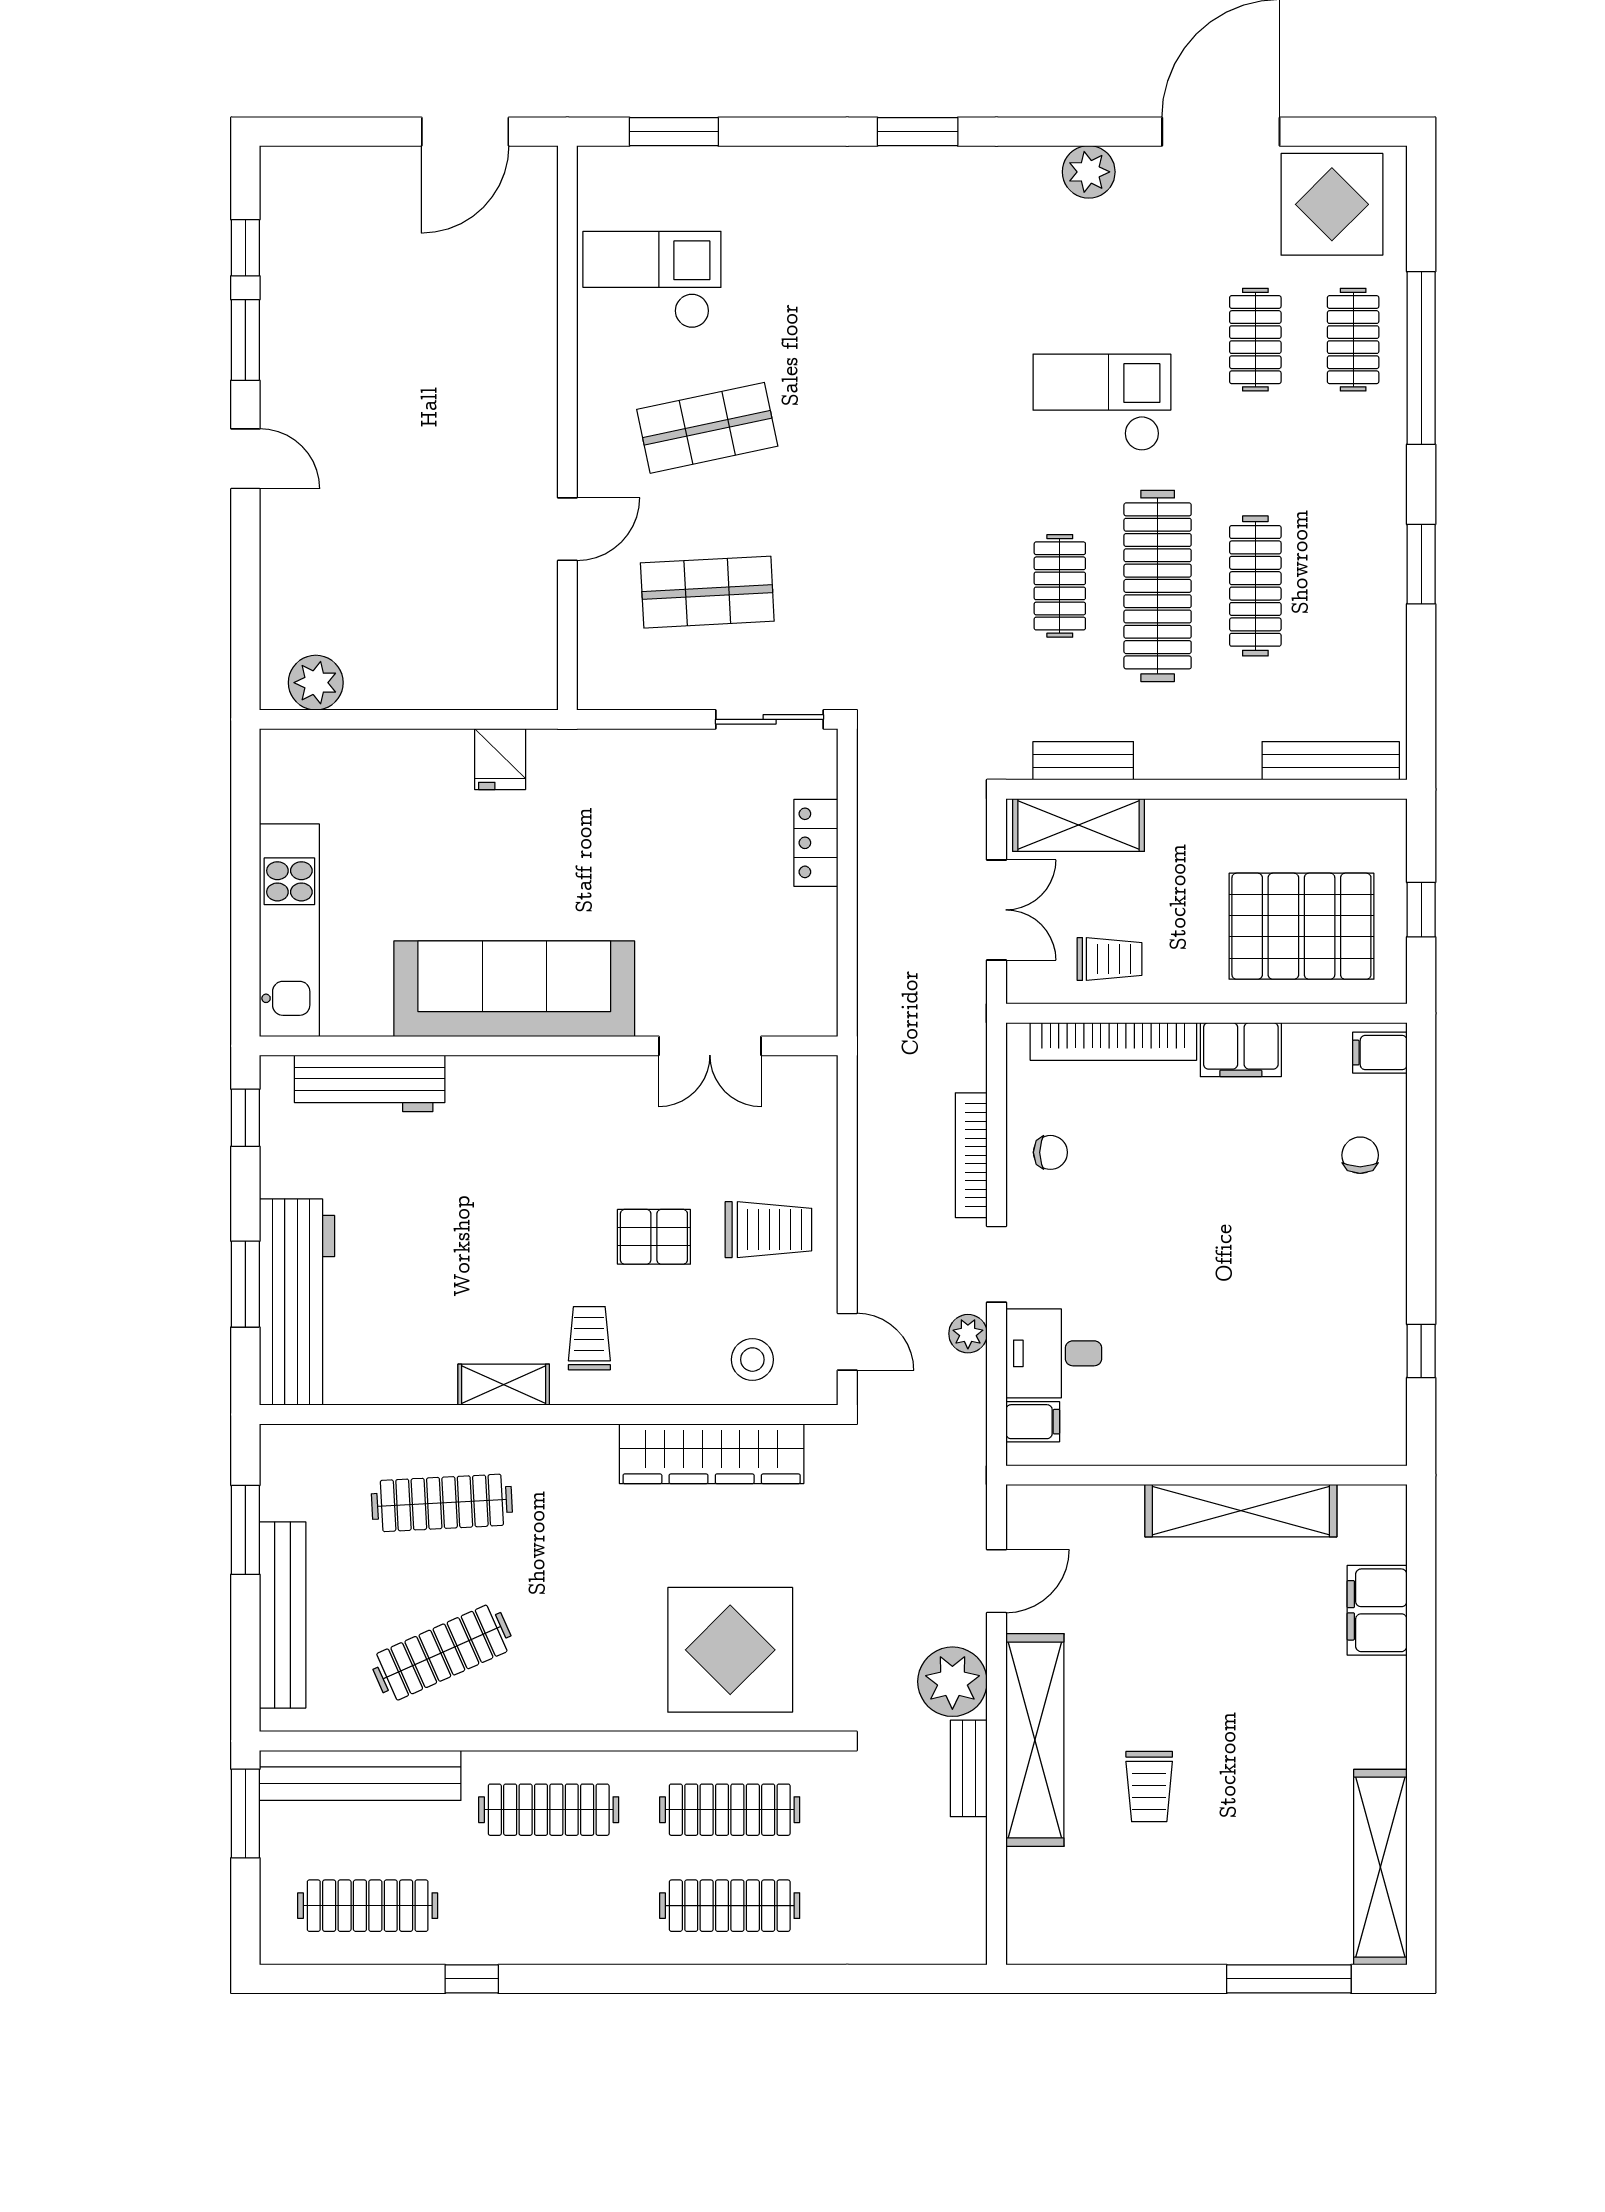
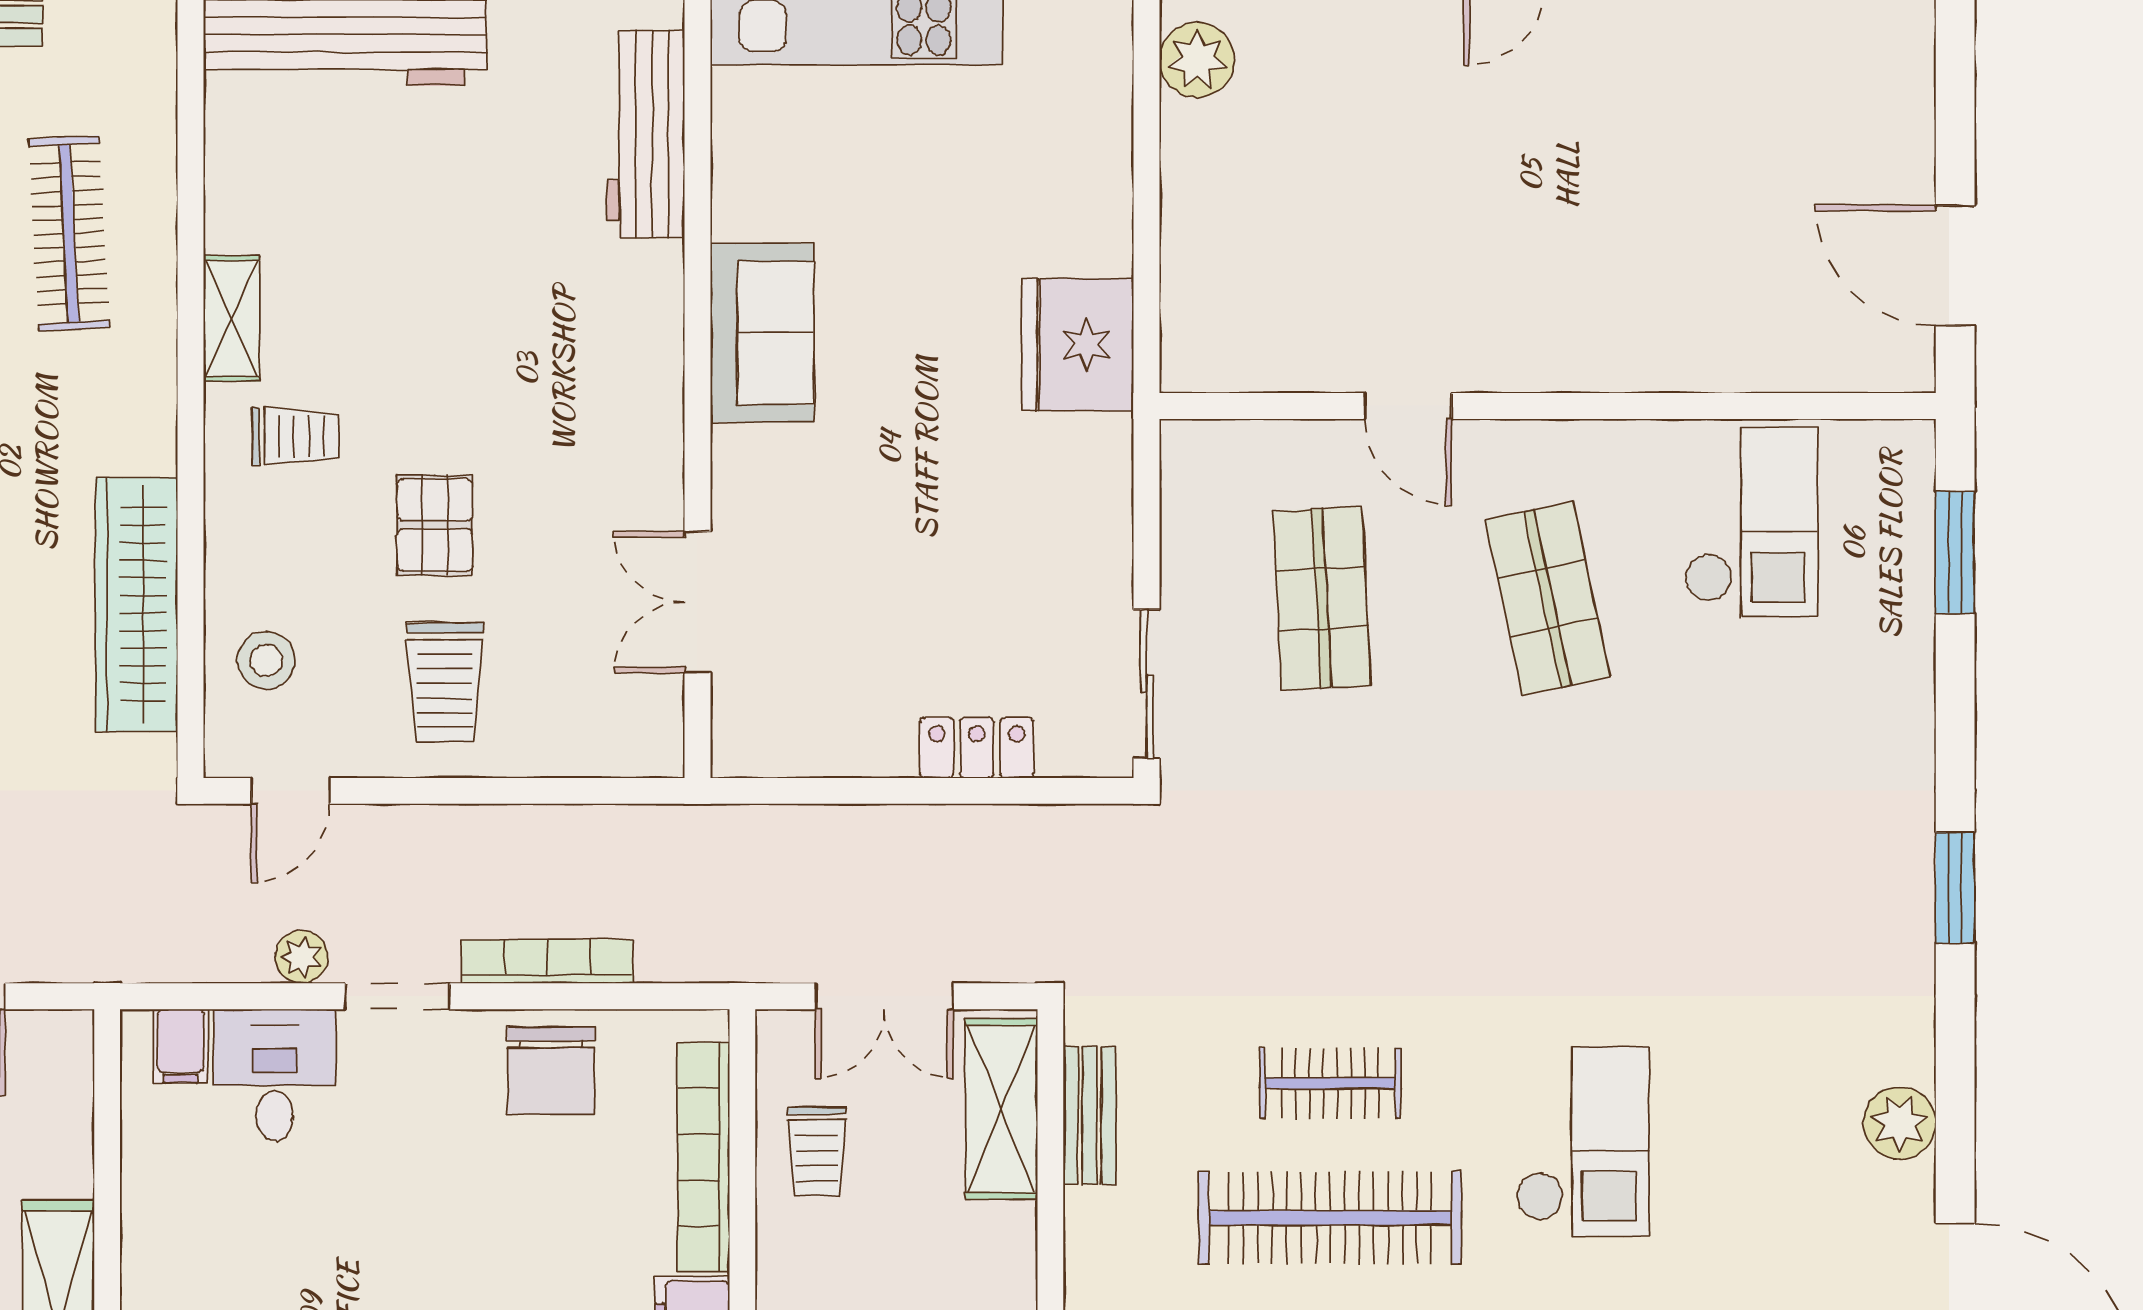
fridge: (500, 759) -> (1078, 344), width x1.88, depth x1.34
sofa: (514, 989) -> (762, 333), width x0.54, depth x0.79
chair: (1050, 1152) -> (551, 1070), width x1.87, depth x1.87

